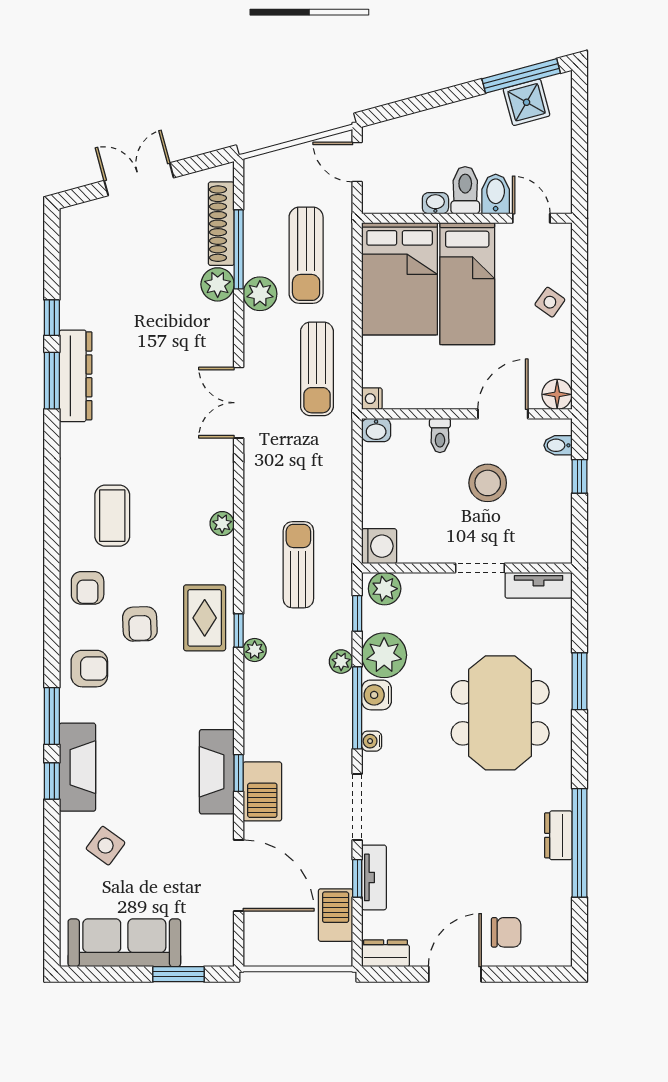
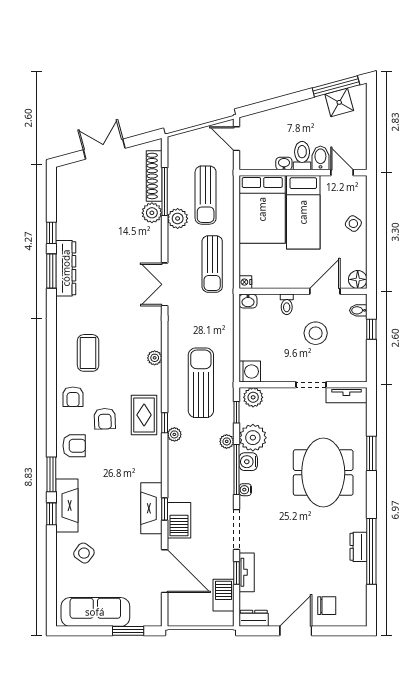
sun lounger: (298, 565) -> (201, 383), width x1.36, depth x1.34

